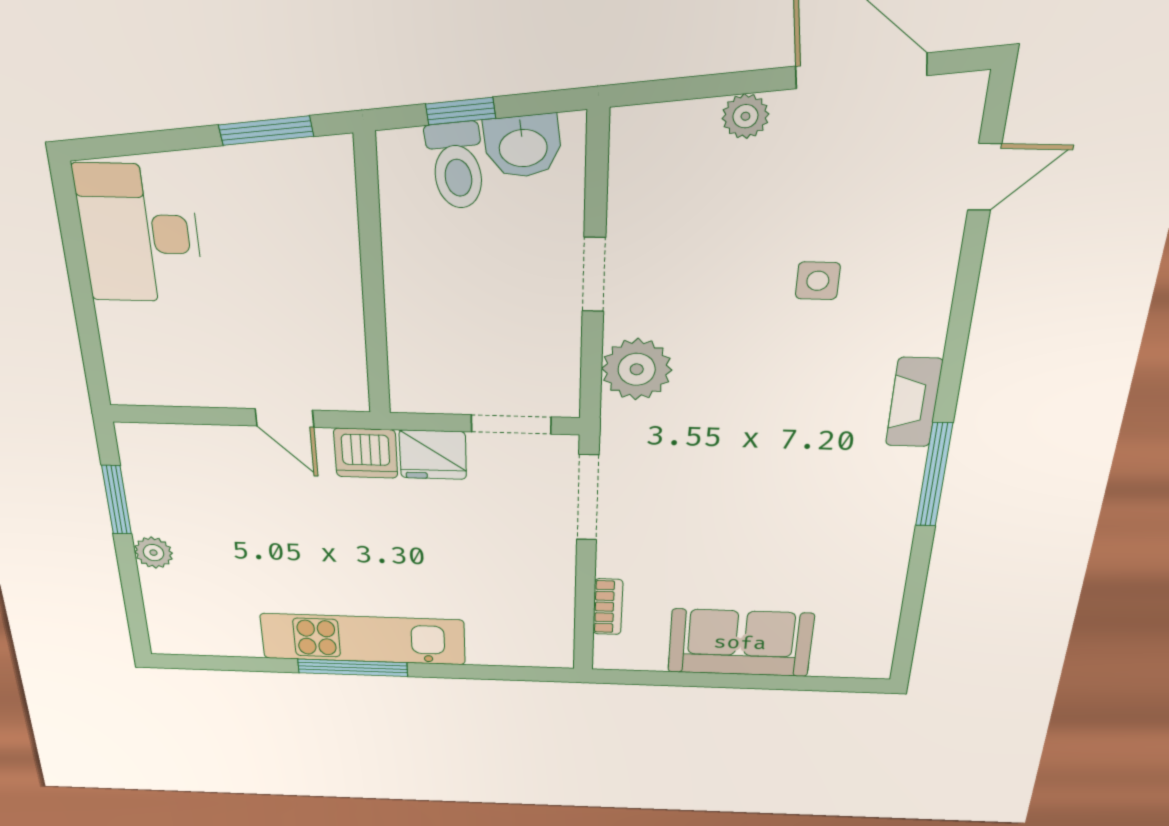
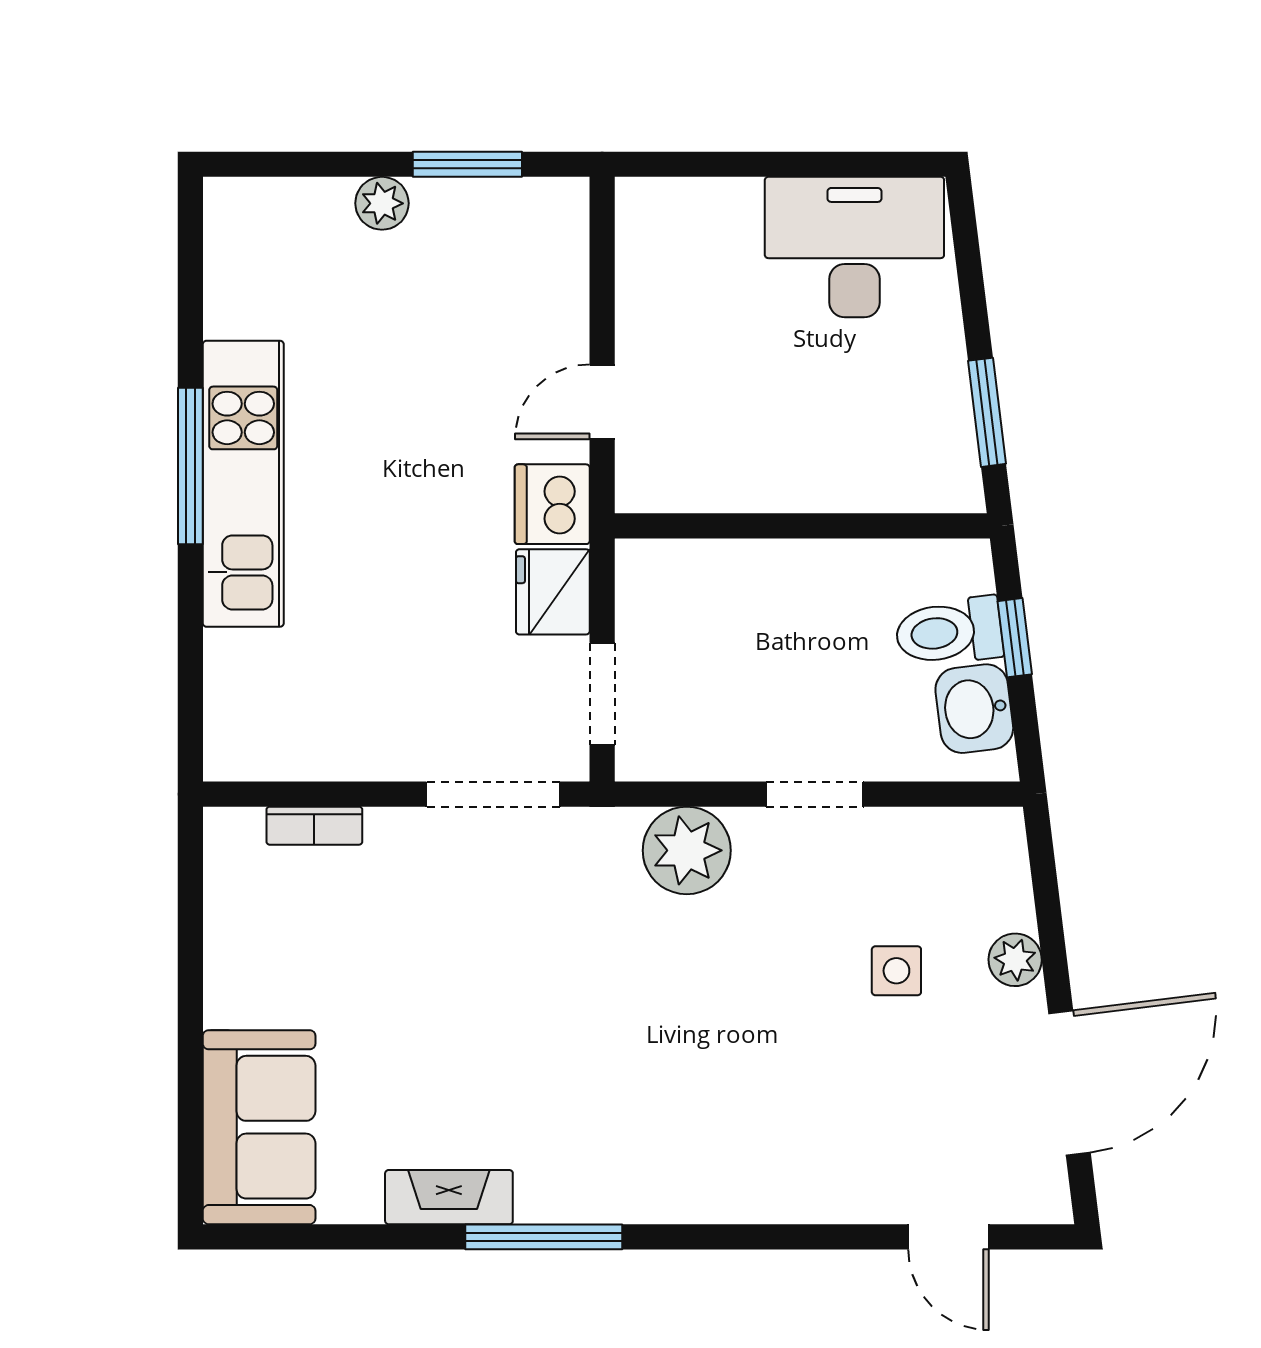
side table: (818, 281) -> (896, 971), moved
fireplace: (914, 402) -> (449, 1197), moved
sofa: (740, 643) -> (259, 1127), moved

